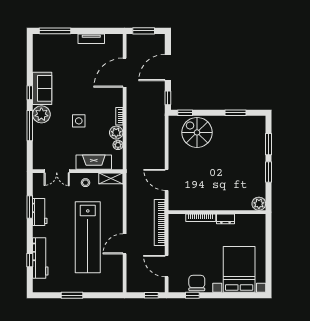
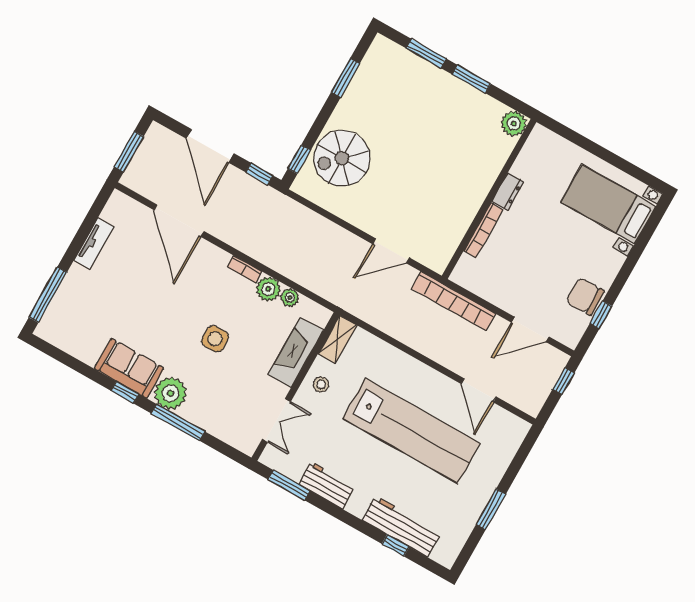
window: (30, 207) -> (289, 485), moved
door: (125, 244) -> (479, 390), moved
bed with nightstands: (239, 269) -> (608, 204), width x0.73

